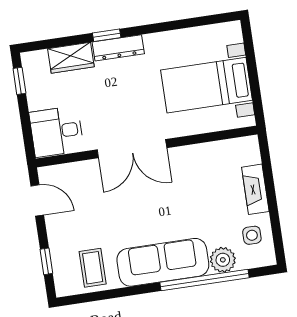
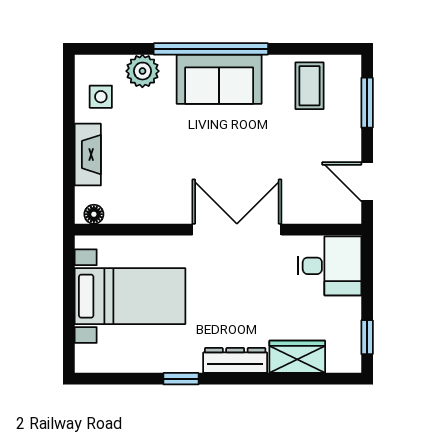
window: (107, 35) -> (181, 379), moved
floor lamp: (244, 144) -> (94, 214), added
window: (46, 261) -> (367, 103), width x1.50
sofa: (163, 262) -> (219, 79), width x0.73
window: (204, 280) -> (211, 49), moved

